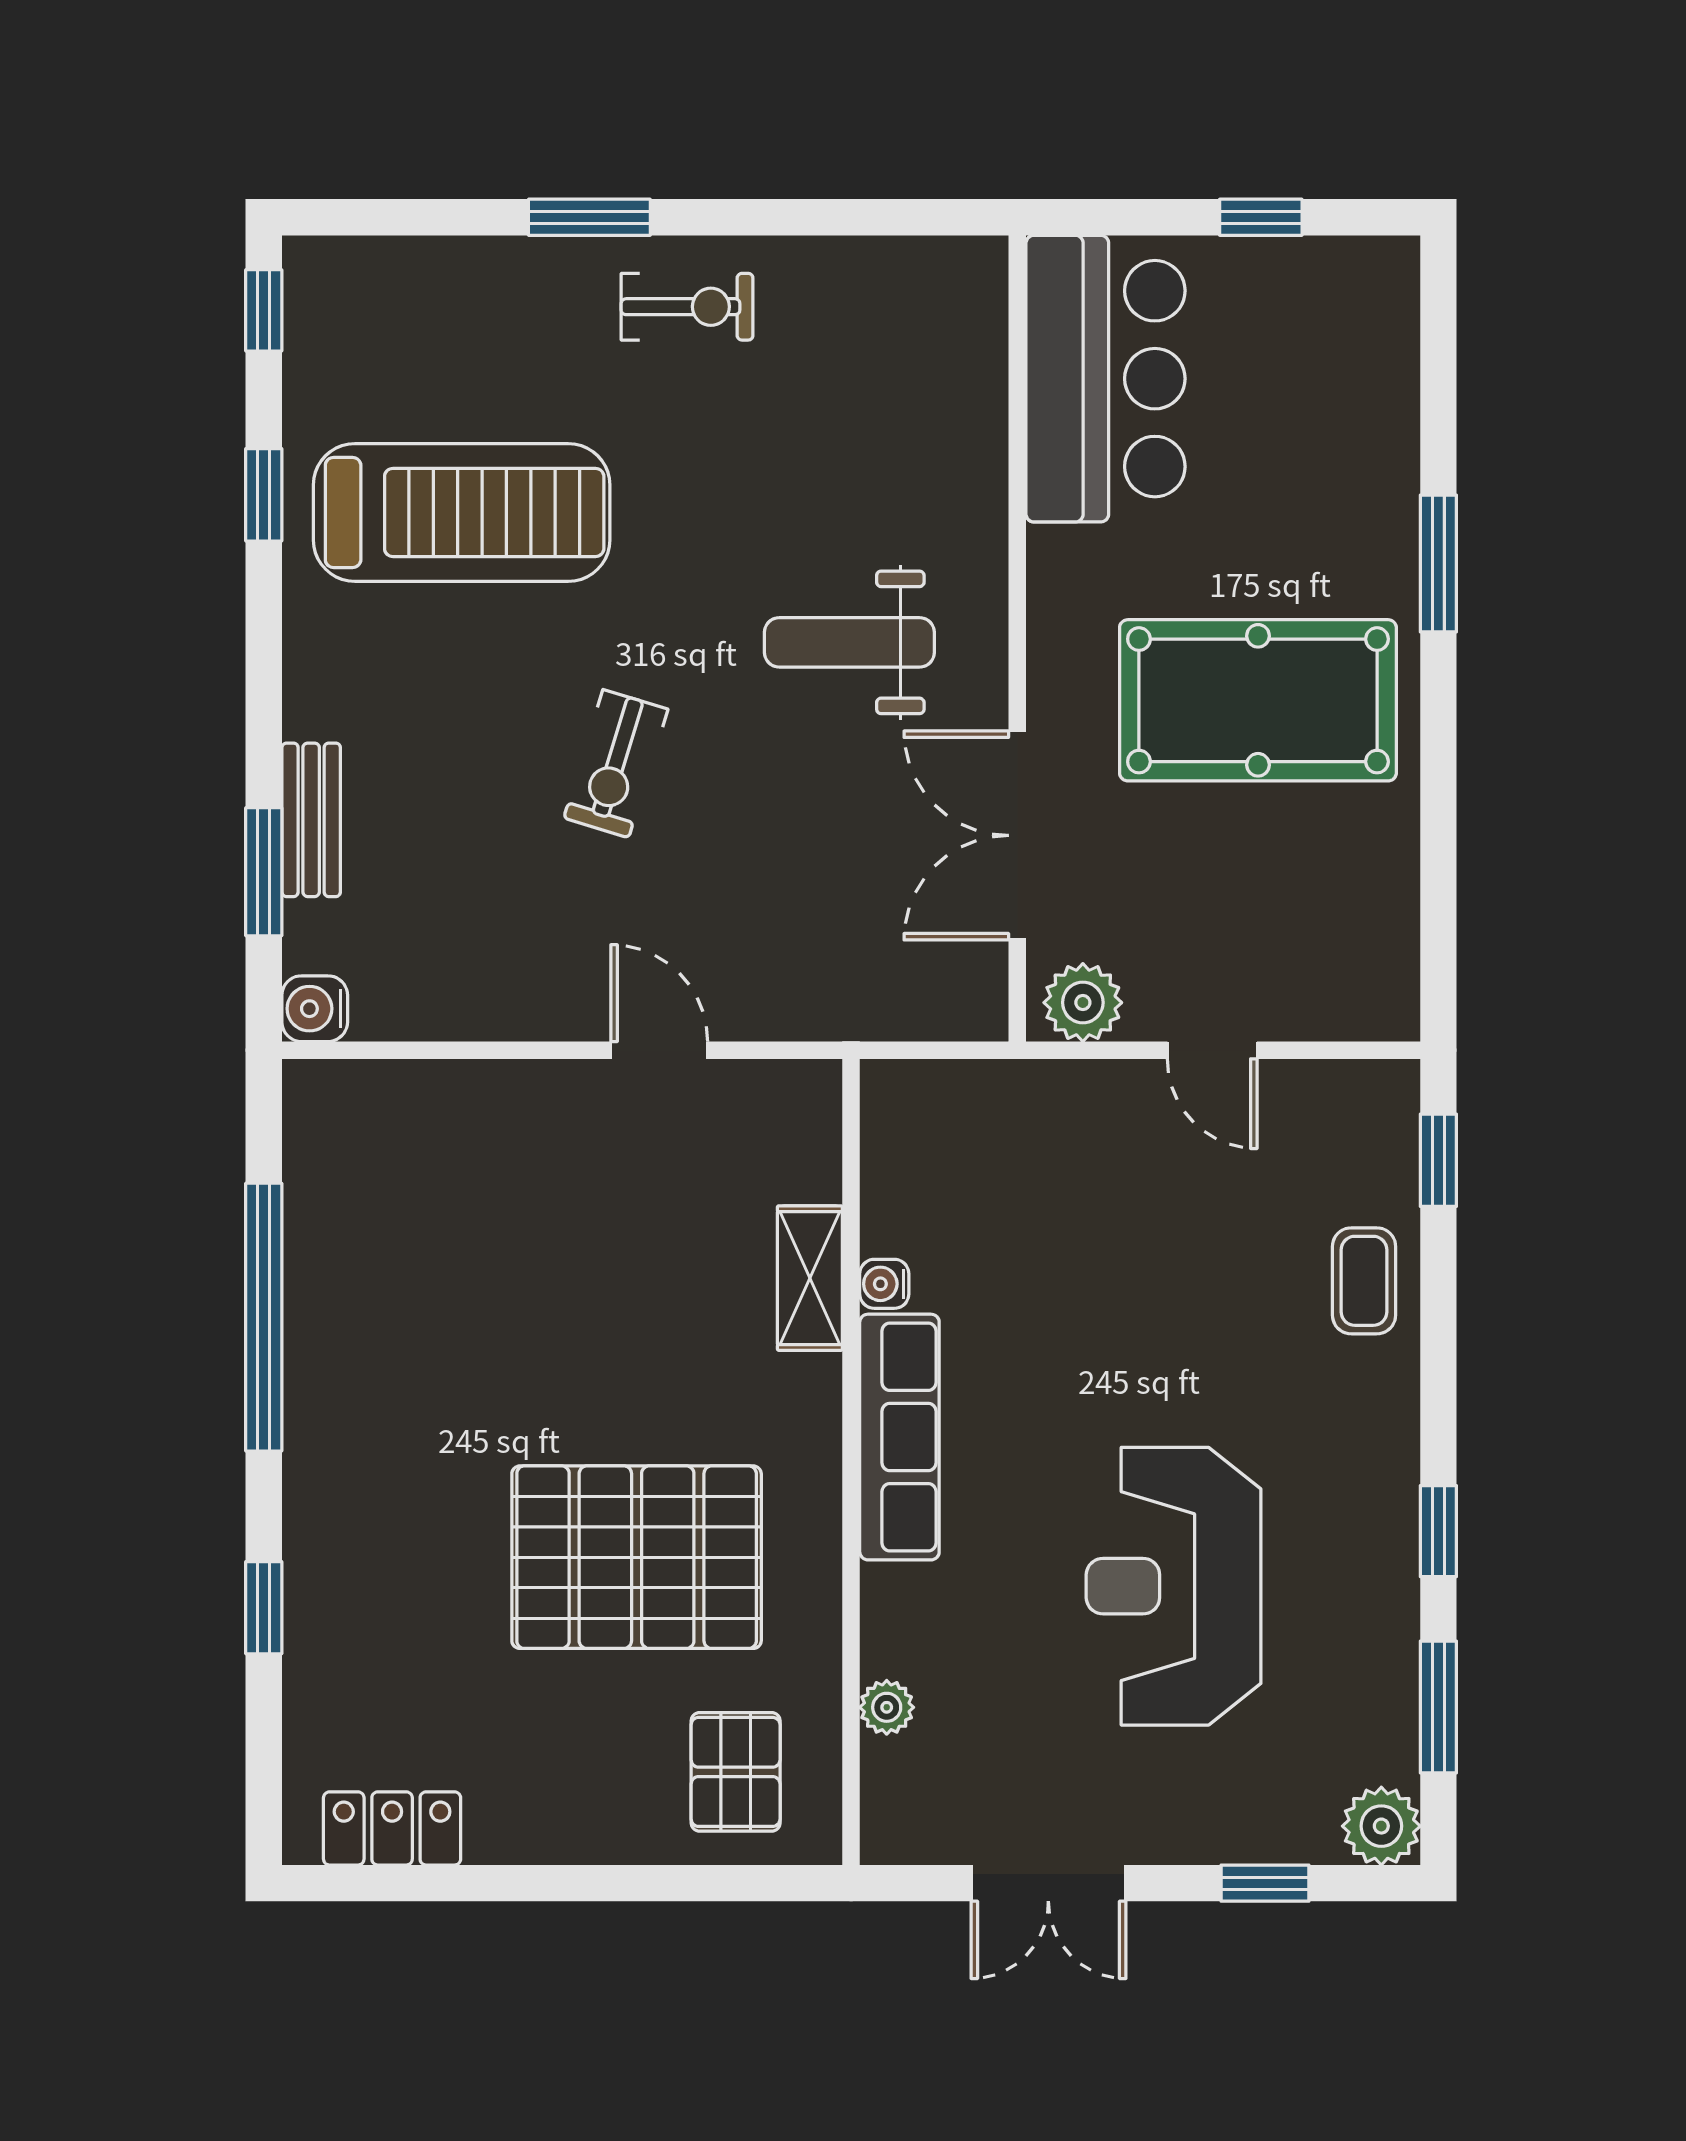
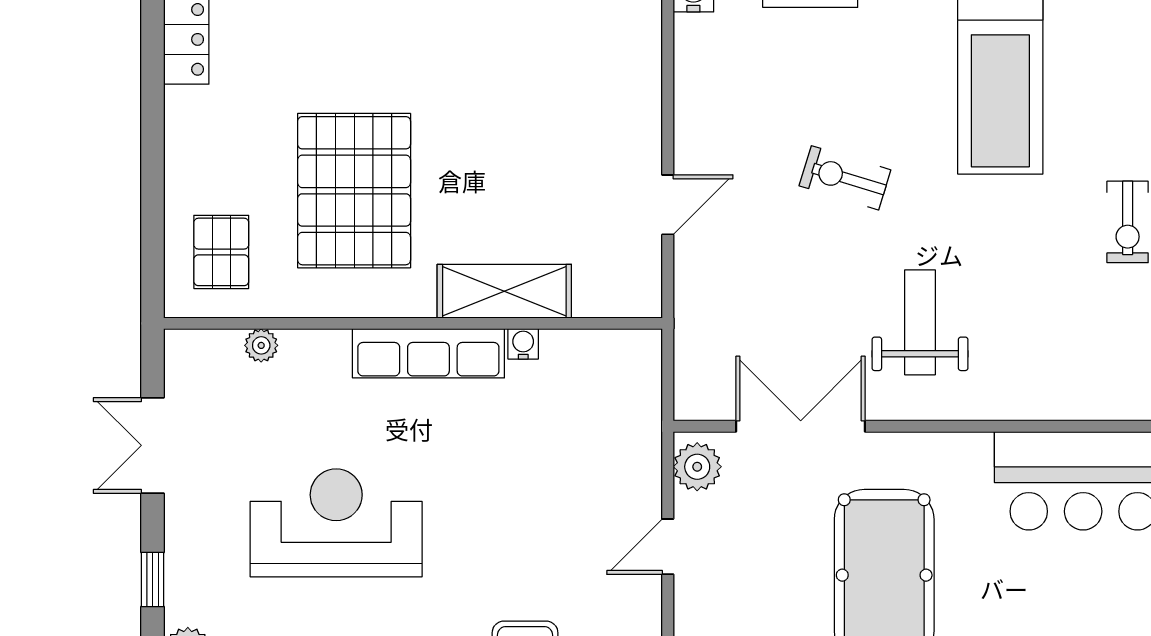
shelving: (810, 1278) -> (504, 291), width x1.50, depth x1.33
pallet: (736, 1772) -> (221, 252), turned 90

